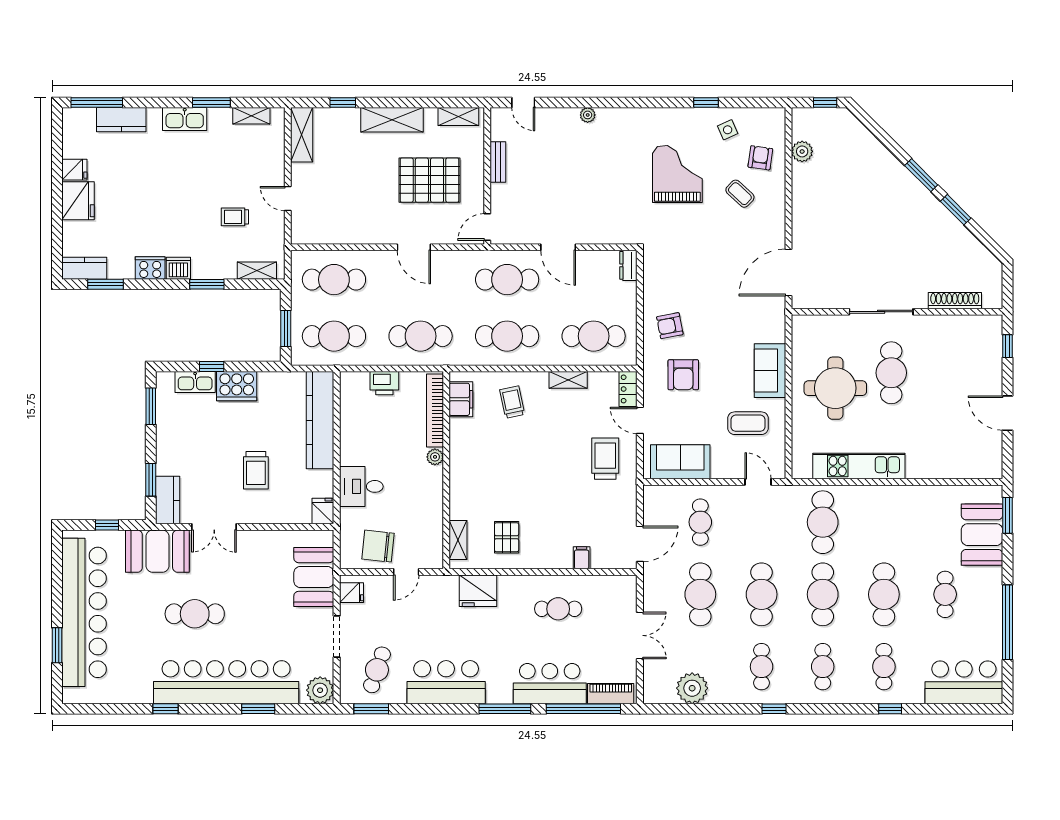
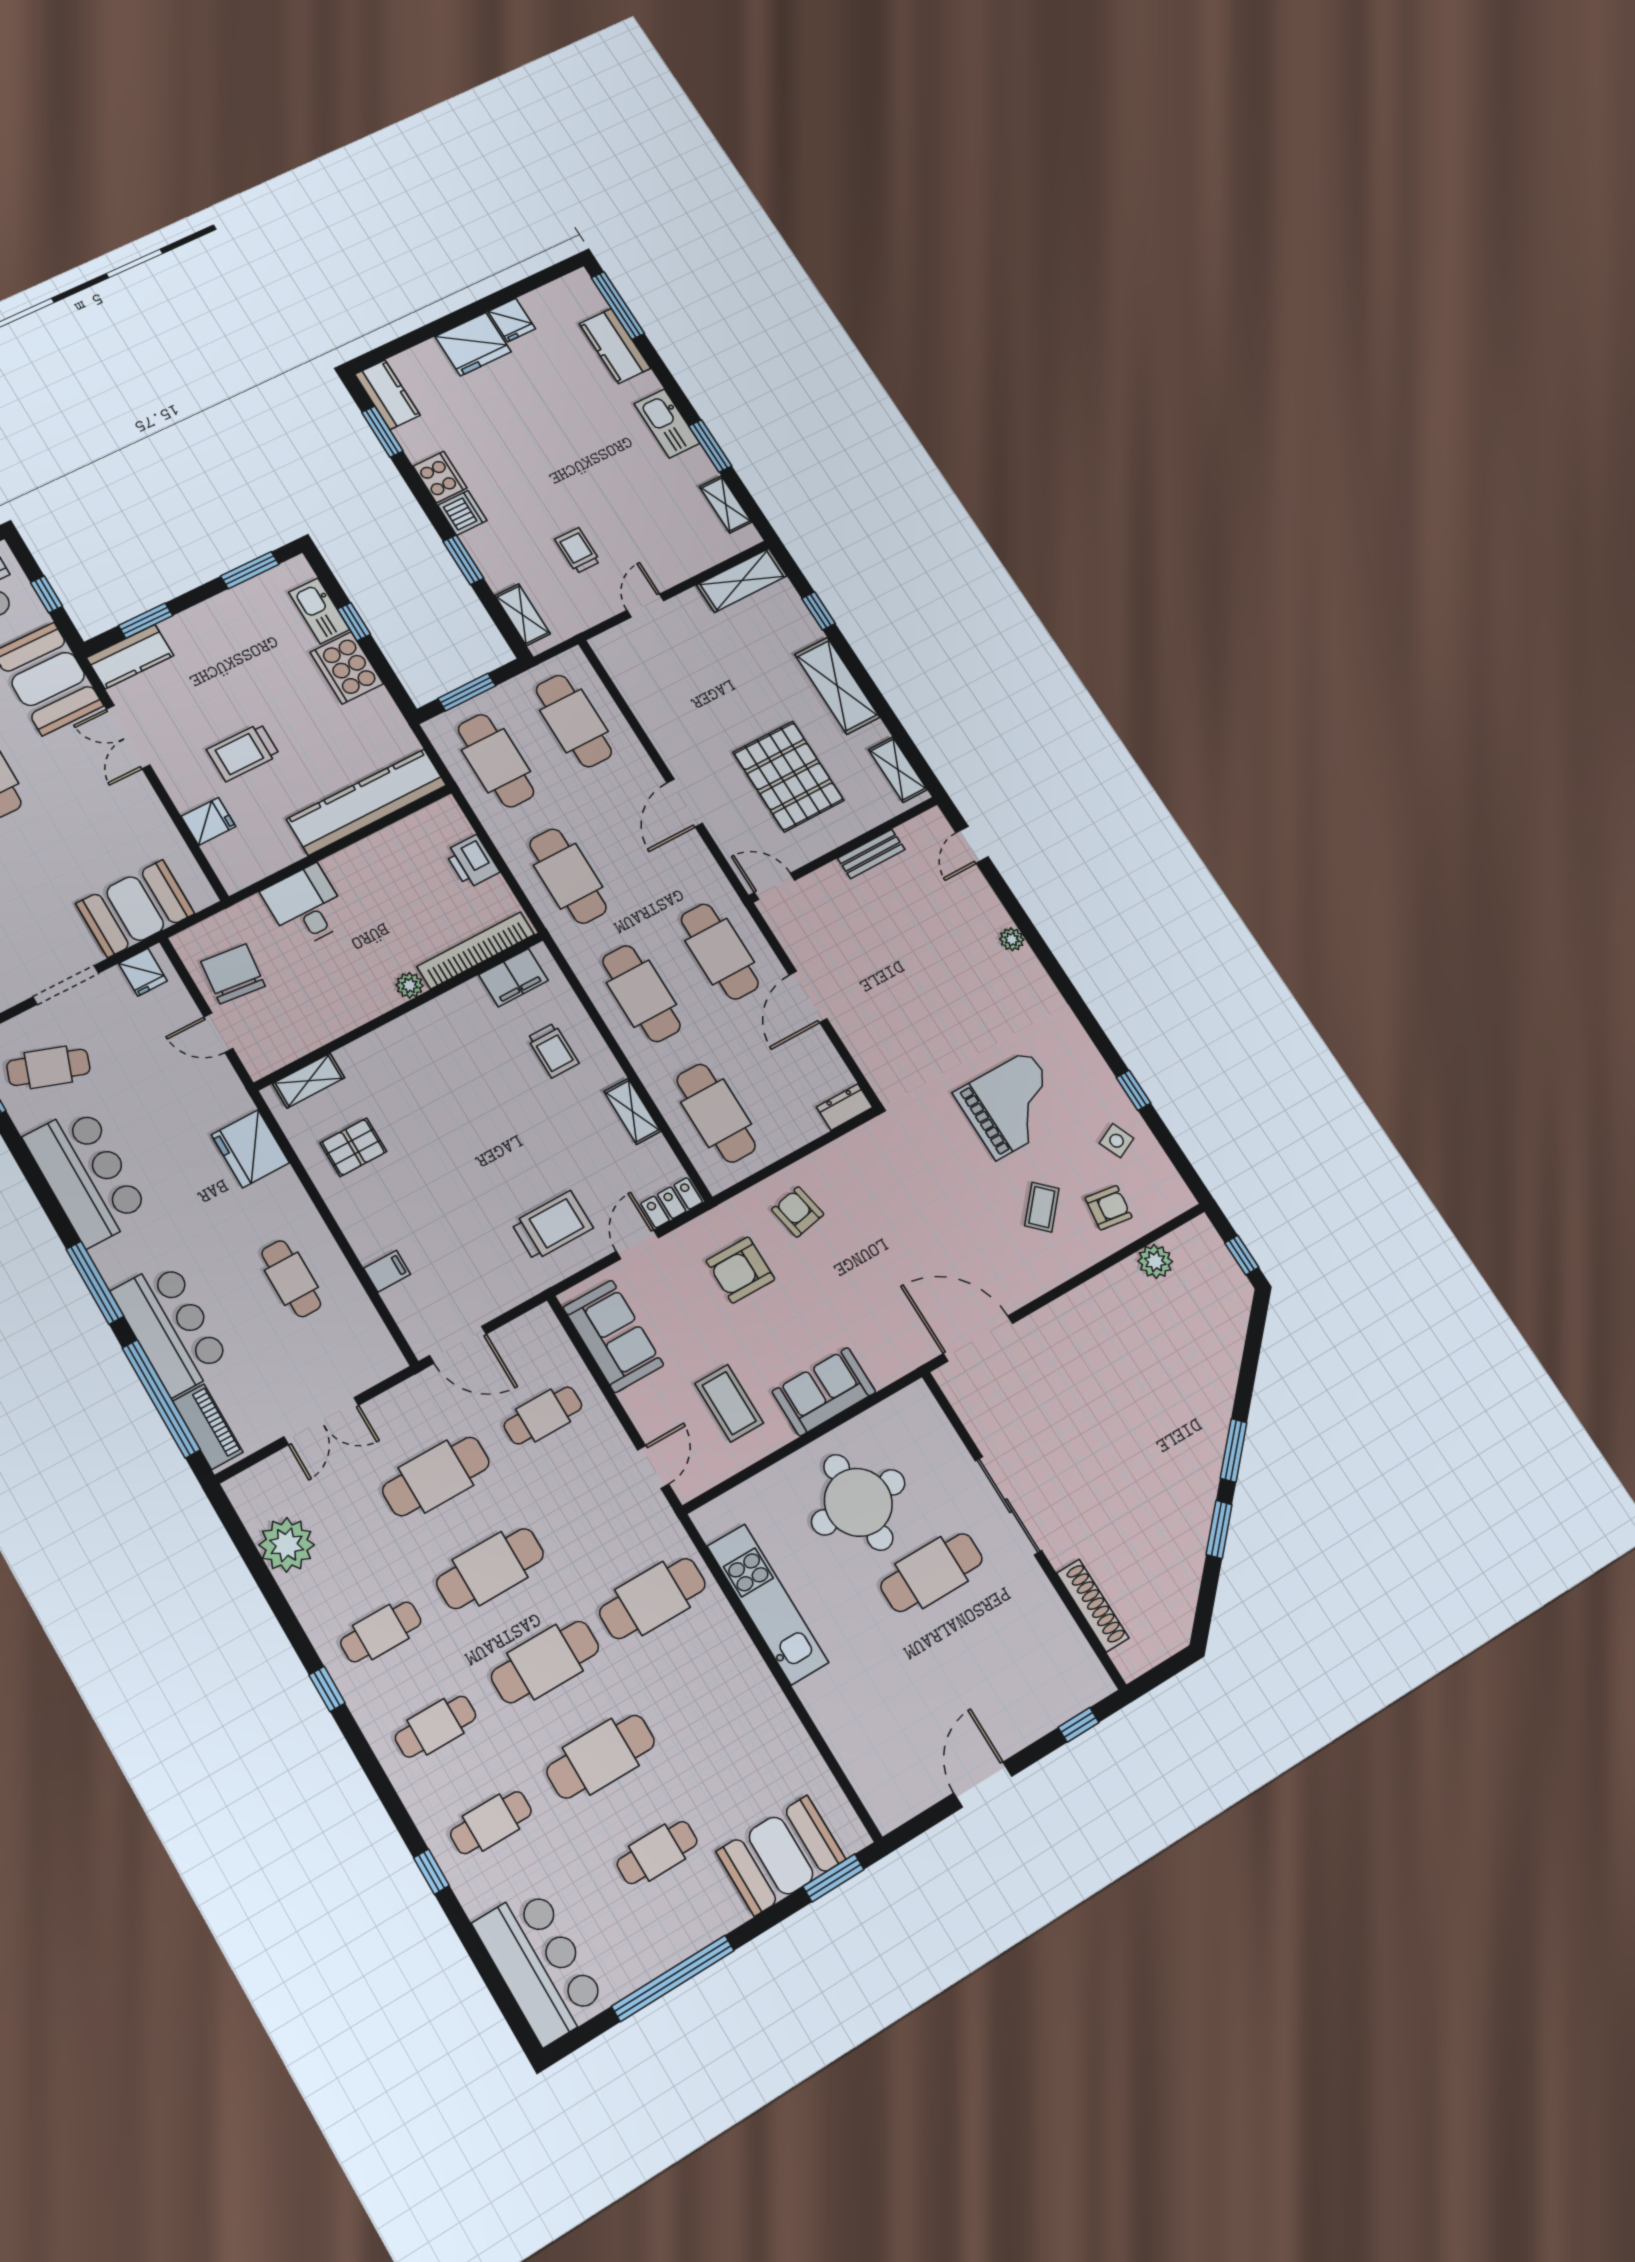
trolley: (512, 402) -> (553, 1050), turned 102
fridge: (323, 511) -> (208, 821), moved

